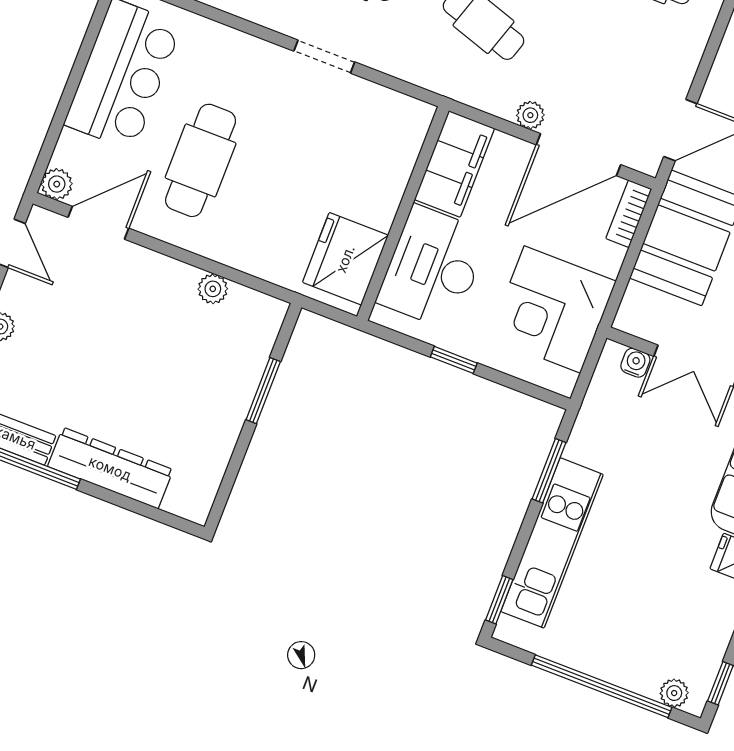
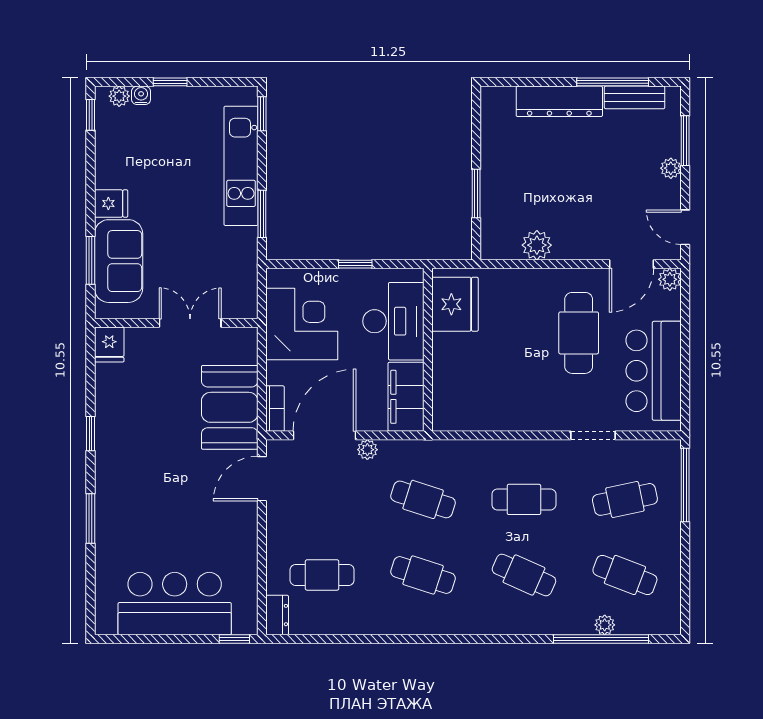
doorway: (324, 57) -> (593, 435), moved
plant: (213, 289) -> (537, 245), width x1.38, depth x1.38
water cooler: (635, 363) -> (141, 95), moved, turned 180
window: (602, 686) -> (170, 82), width x0.32

